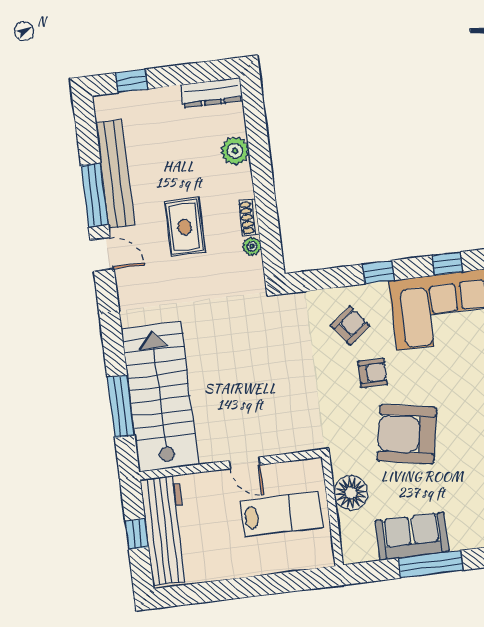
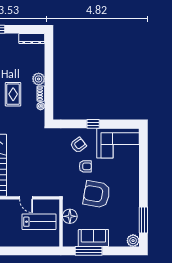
plant: (235, 151) -> (39, 79), moved
window: (447, 264) -> (123, 124), removed
window: (431, 564) -> (89, 251), moved

